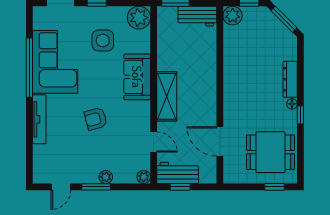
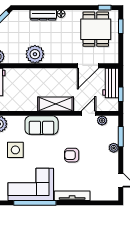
plant: (236, 68) -> (35, 54), added
window: (300, 115) -> (105, 8), moved
armchair: (96, 119) -> (72, 155), turned 105
workbench: (178, 173) -> (111, 83), moved
plant: (144, 177) -> (102, 120), moved
window: (96, 187) -> (121, 137), moved

